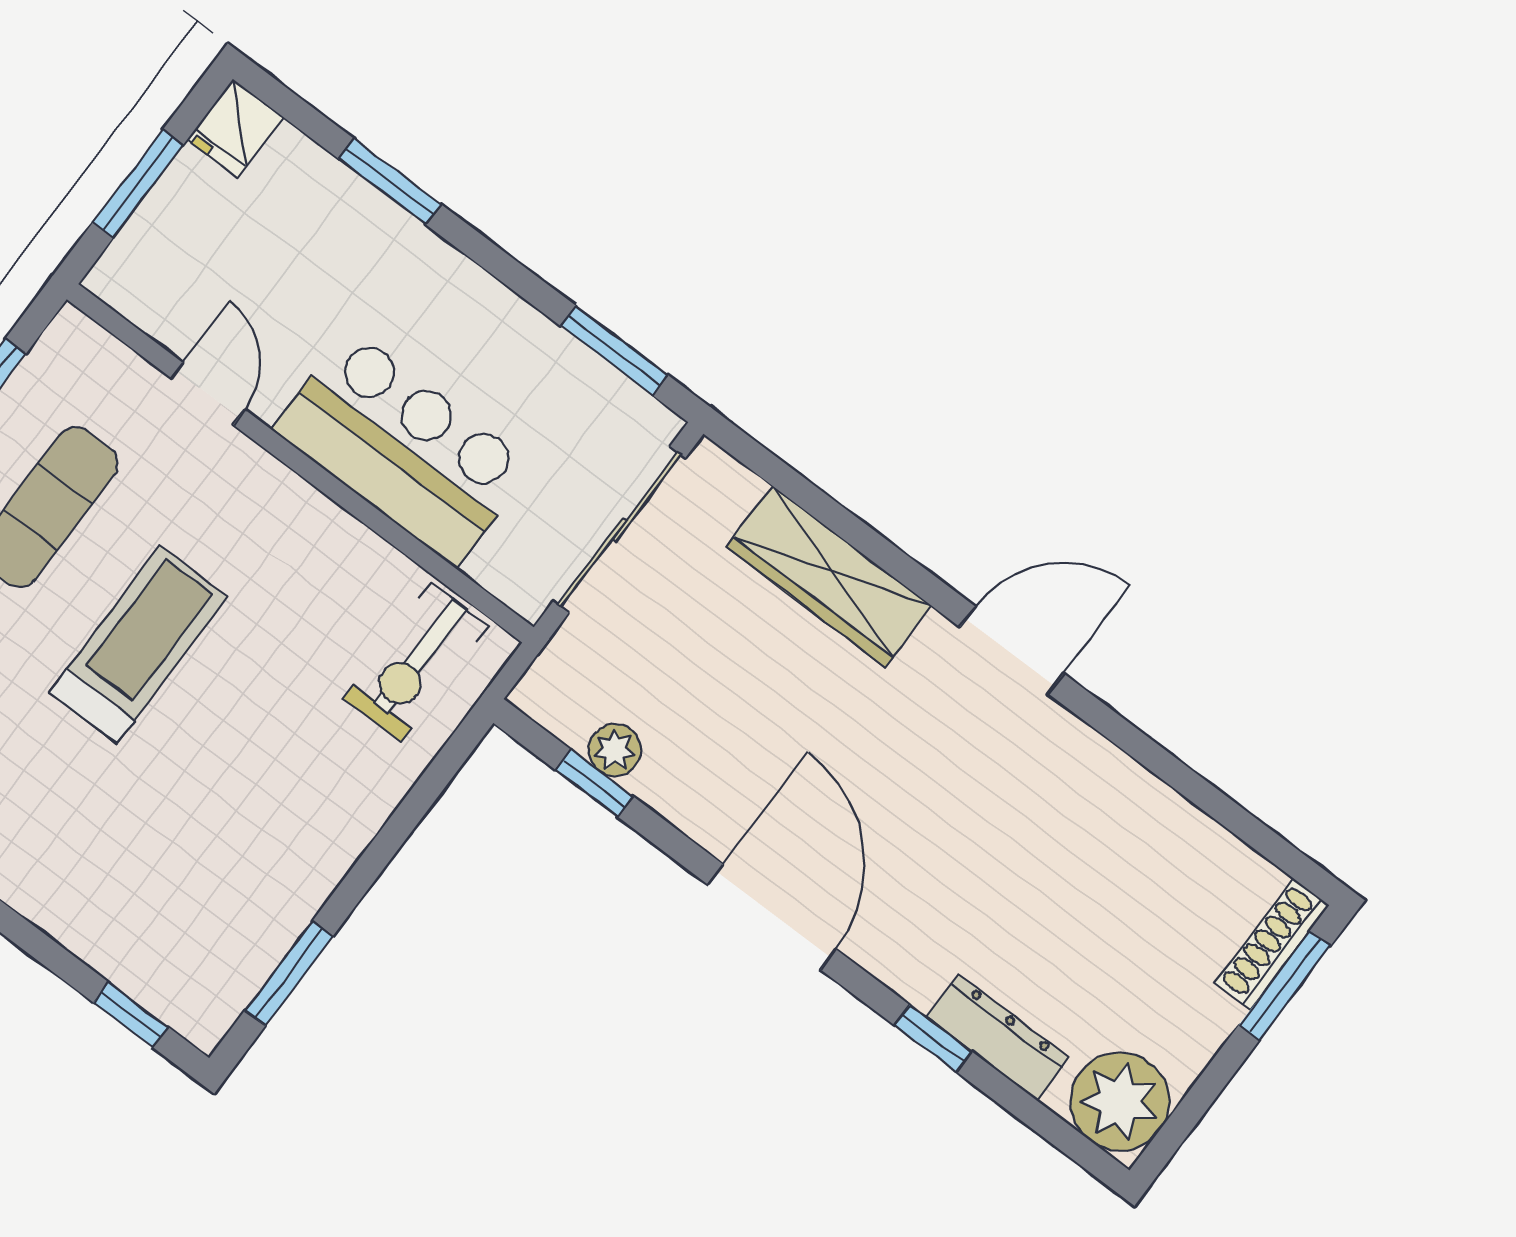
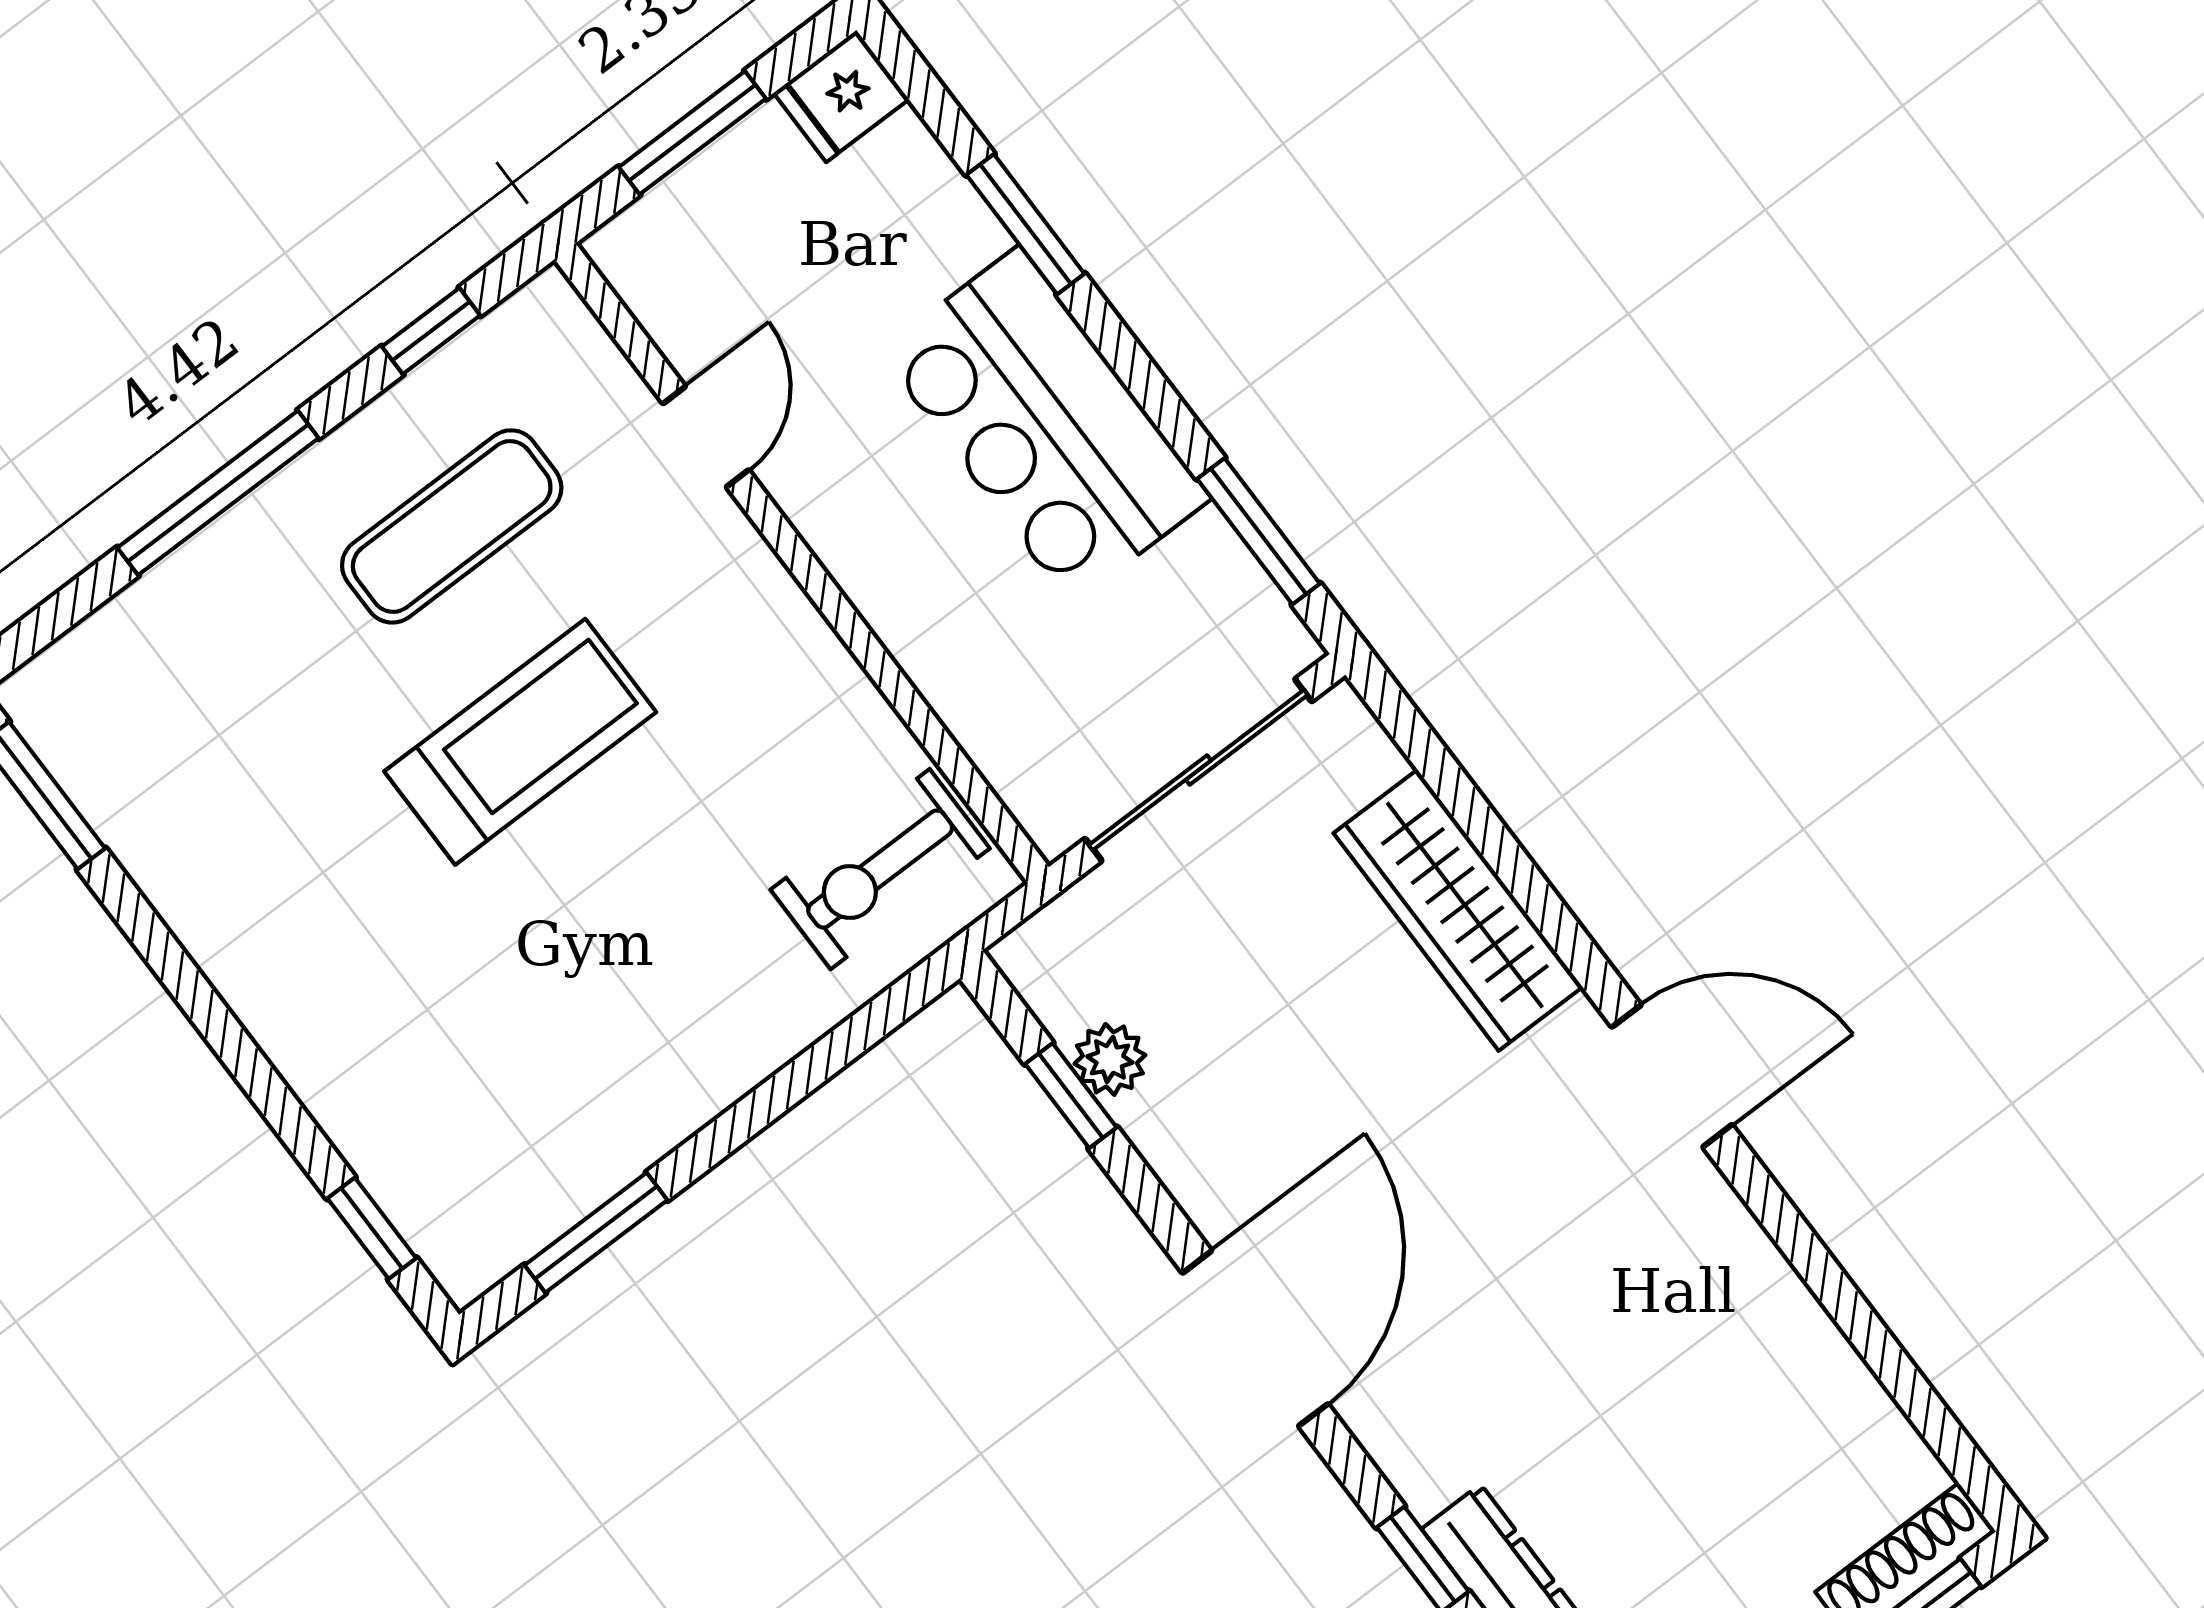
bar counter: (402, 448) -> (1045, 425), moved, turned 180

